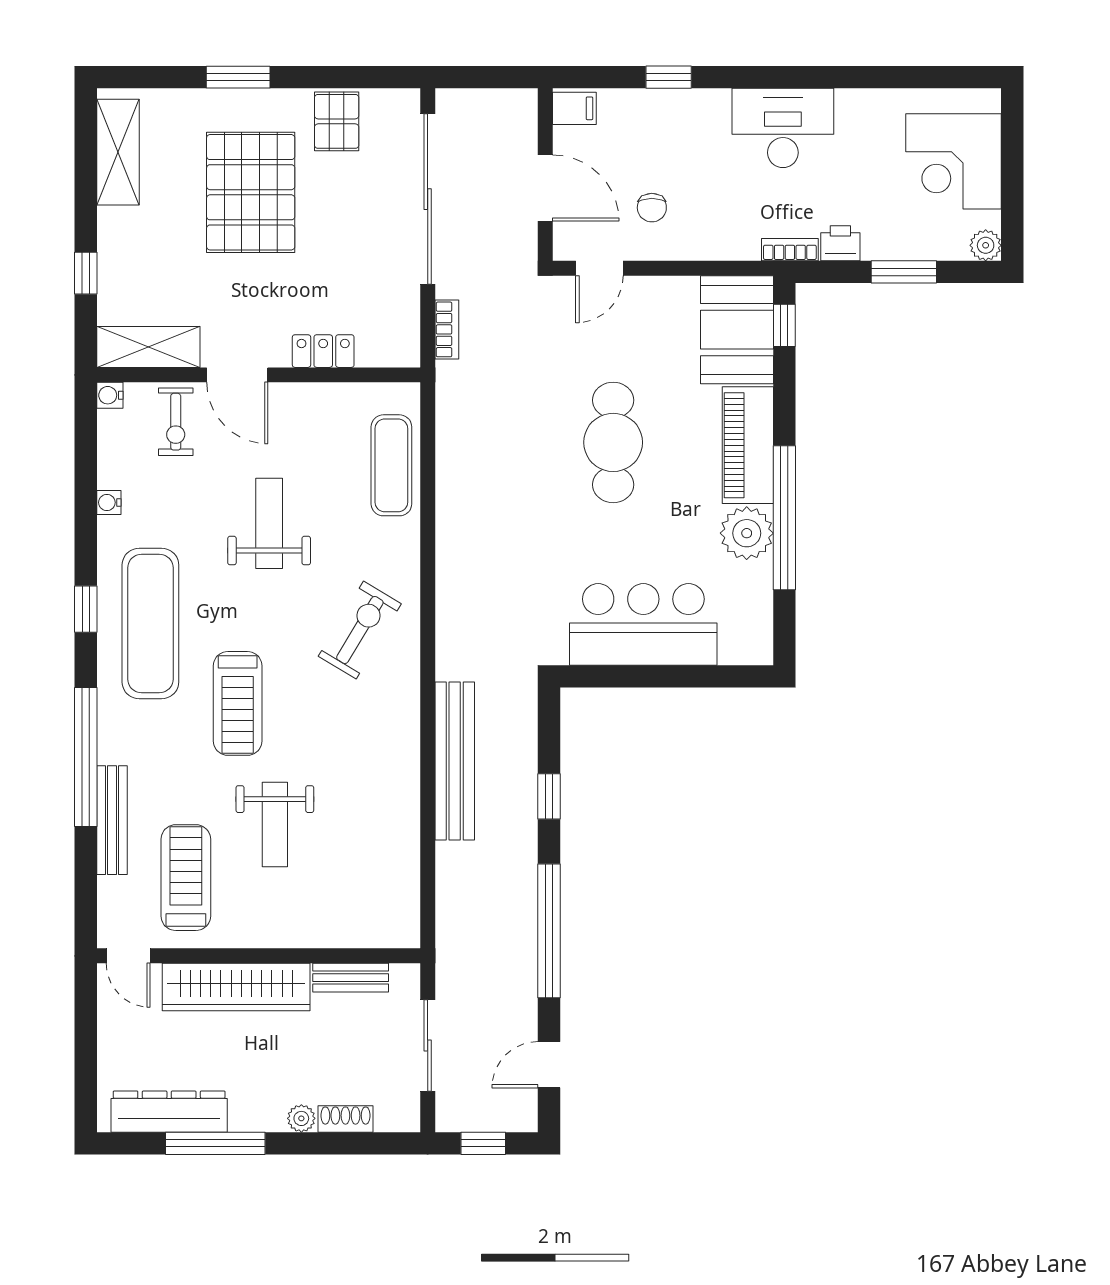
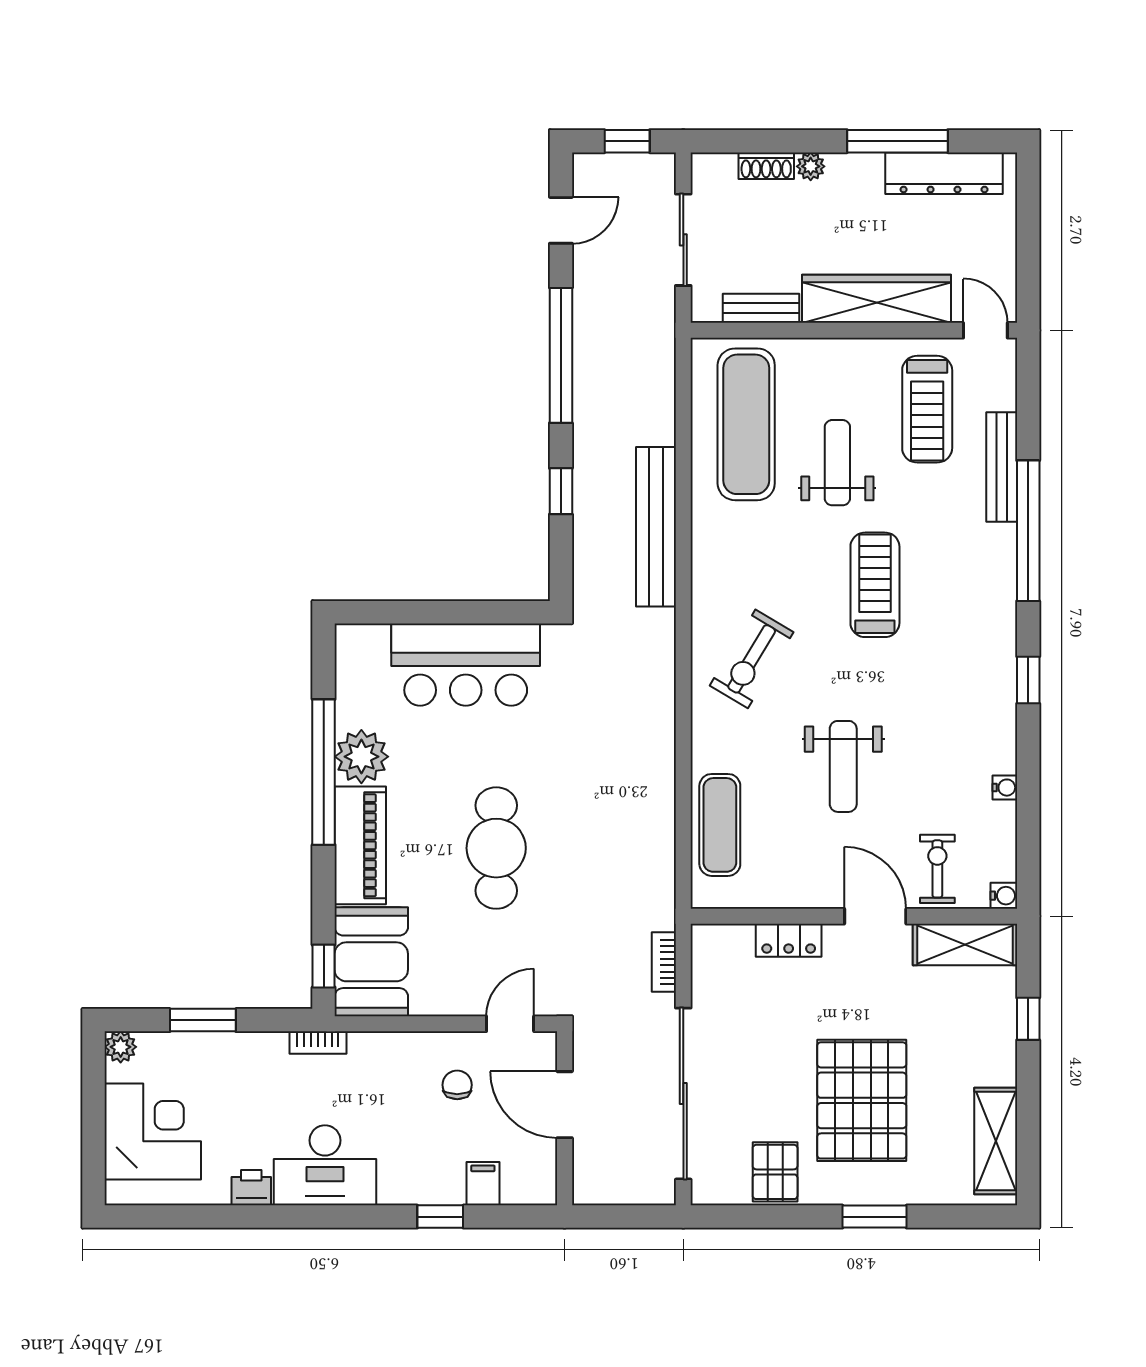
filing cabinet: (574, 108) -> (483, 1184), moved, turned 90
printer: (840, 243) -> (251, 1188), moved, turned 180
exercise mat: (150, 624) -> (746, 424), moved

